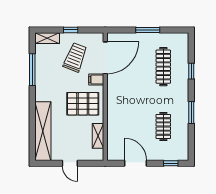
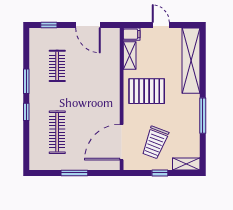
window: (32, 70) -> (203, 116), moved
window: (191, 71) -> (26, 112), moved
filing cabinet: (96, 79) -> (132, 34), moved

